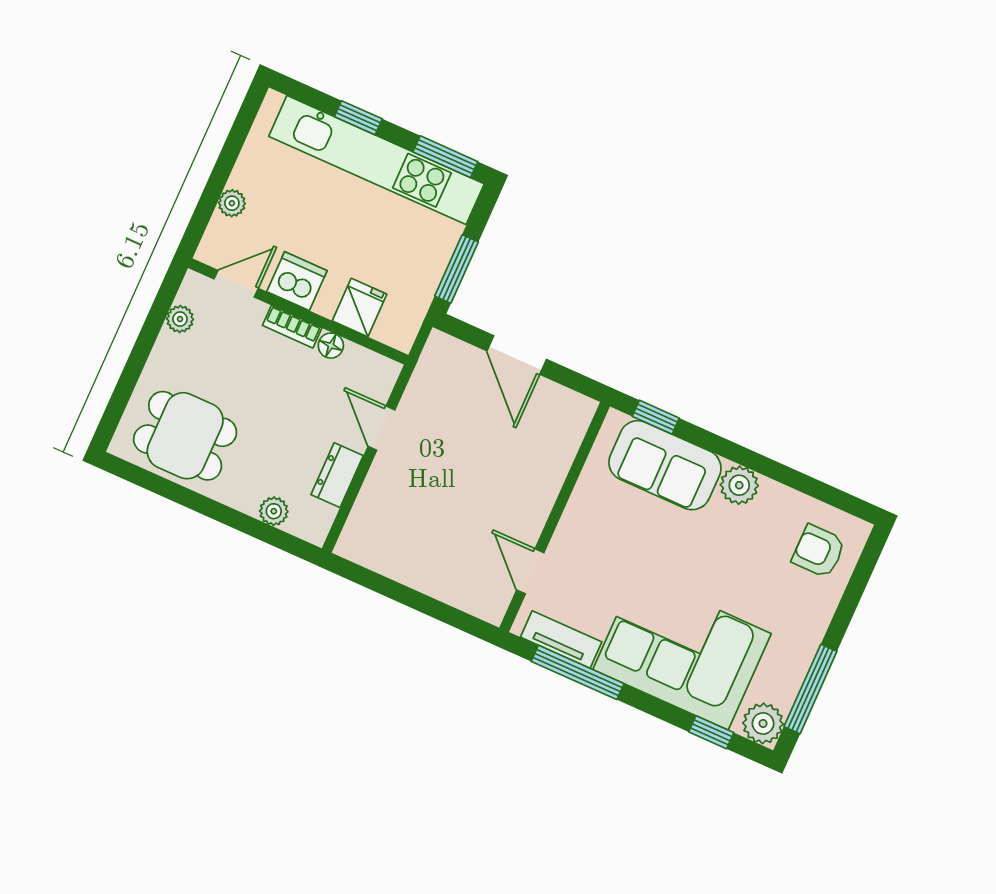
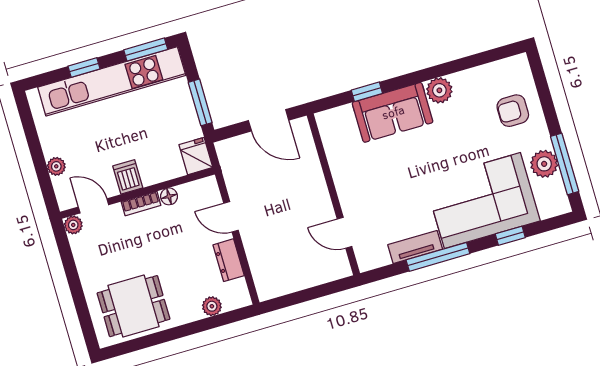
dishwasher: (297, 281) -> (128, 177), width x0.73
door: (236, 284) -> (93, 206), hinge flipped
fridge: (360, 307) -> (196, 156), moved
plant: (180, 319) -> (73, 225), moved
wall: (555, 517) -> (333, 194), moved
armchair: (819, 551) -> (513, 111), moved
door: (530, 571) -> (345, 233), moved
plant: (763, 723) -> (544, 164), moved
window: (711, 732) -> (510, 236), moved

